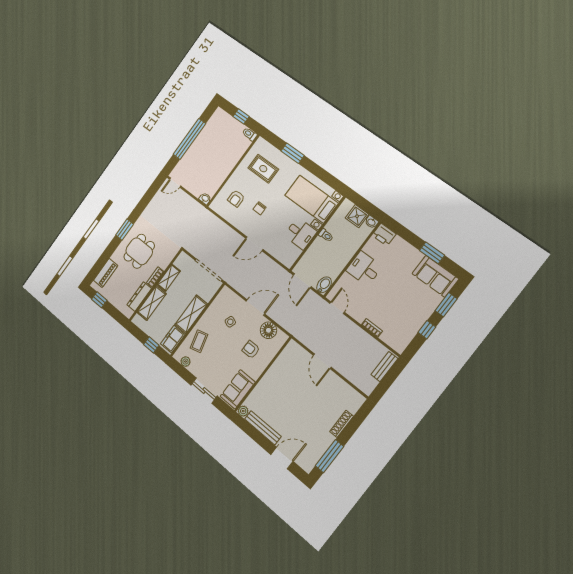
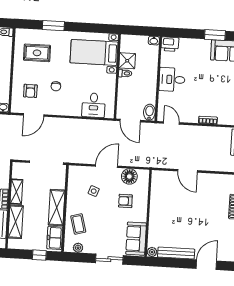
shower: (357, 216) -> (127, 61), moved
desk: (300, 234) -> (94, 105), moved, turned 90
door: (254, 244) -> (34, 115), moved

